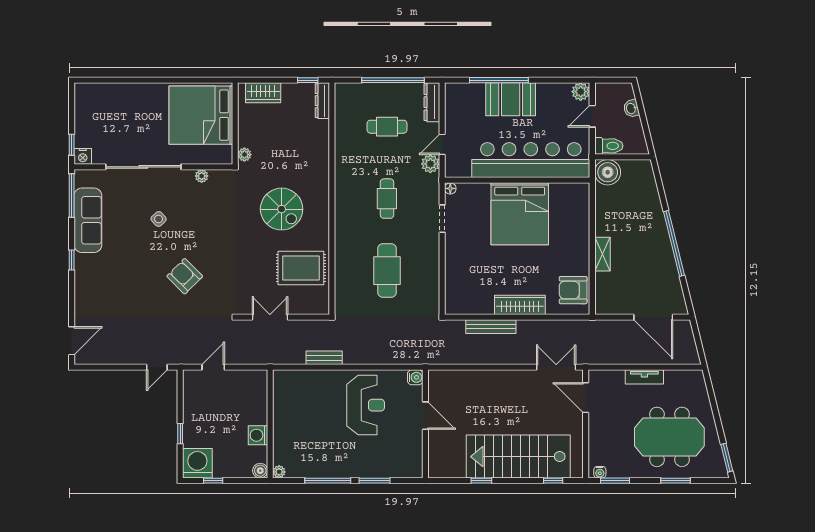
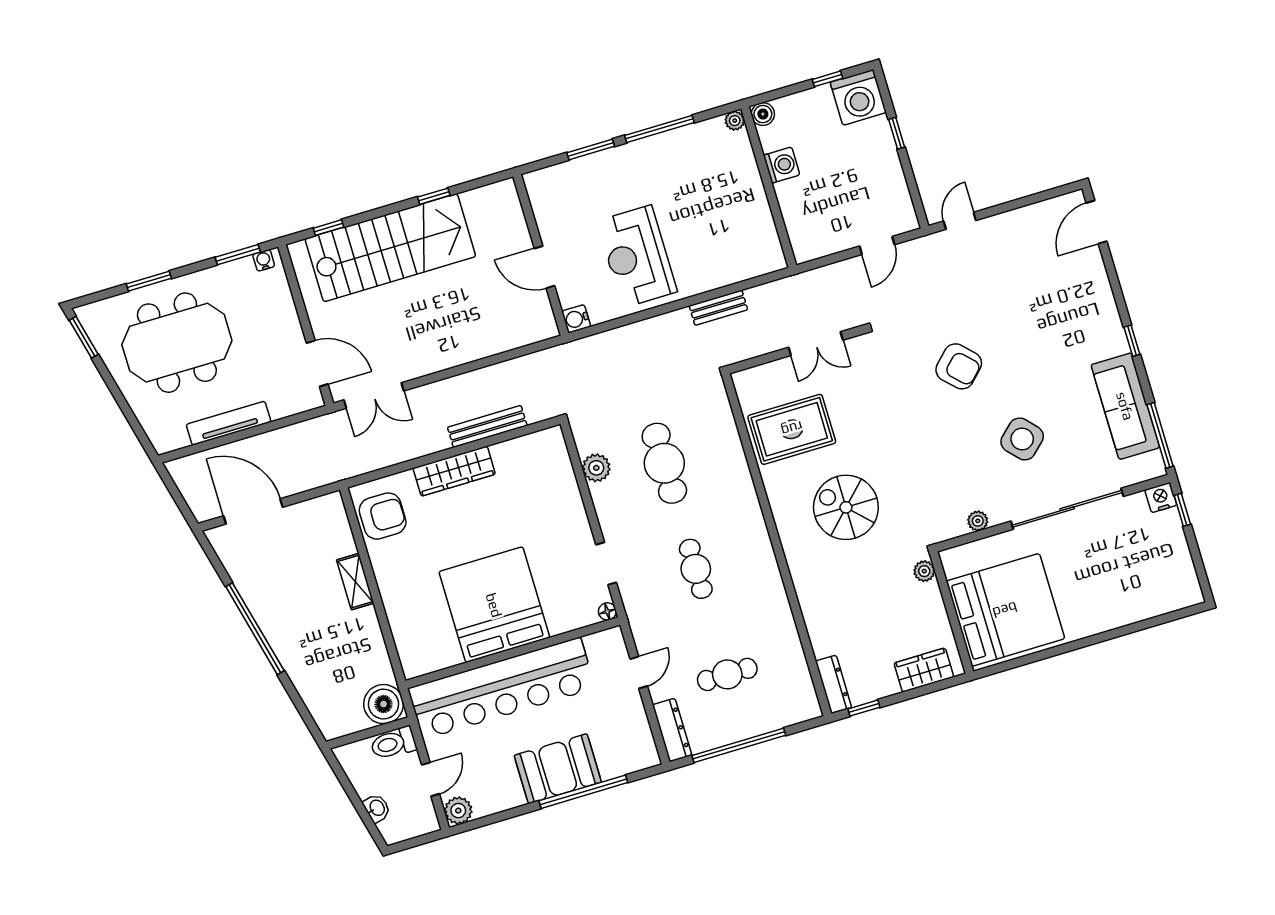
plant: (430, 164) -> (596, 468), moved
side table: (159, 219) -> (1022, 439), width x1.87, depth x1.87
tv unit: (644, 377) -> (229, 423), width x1.41

